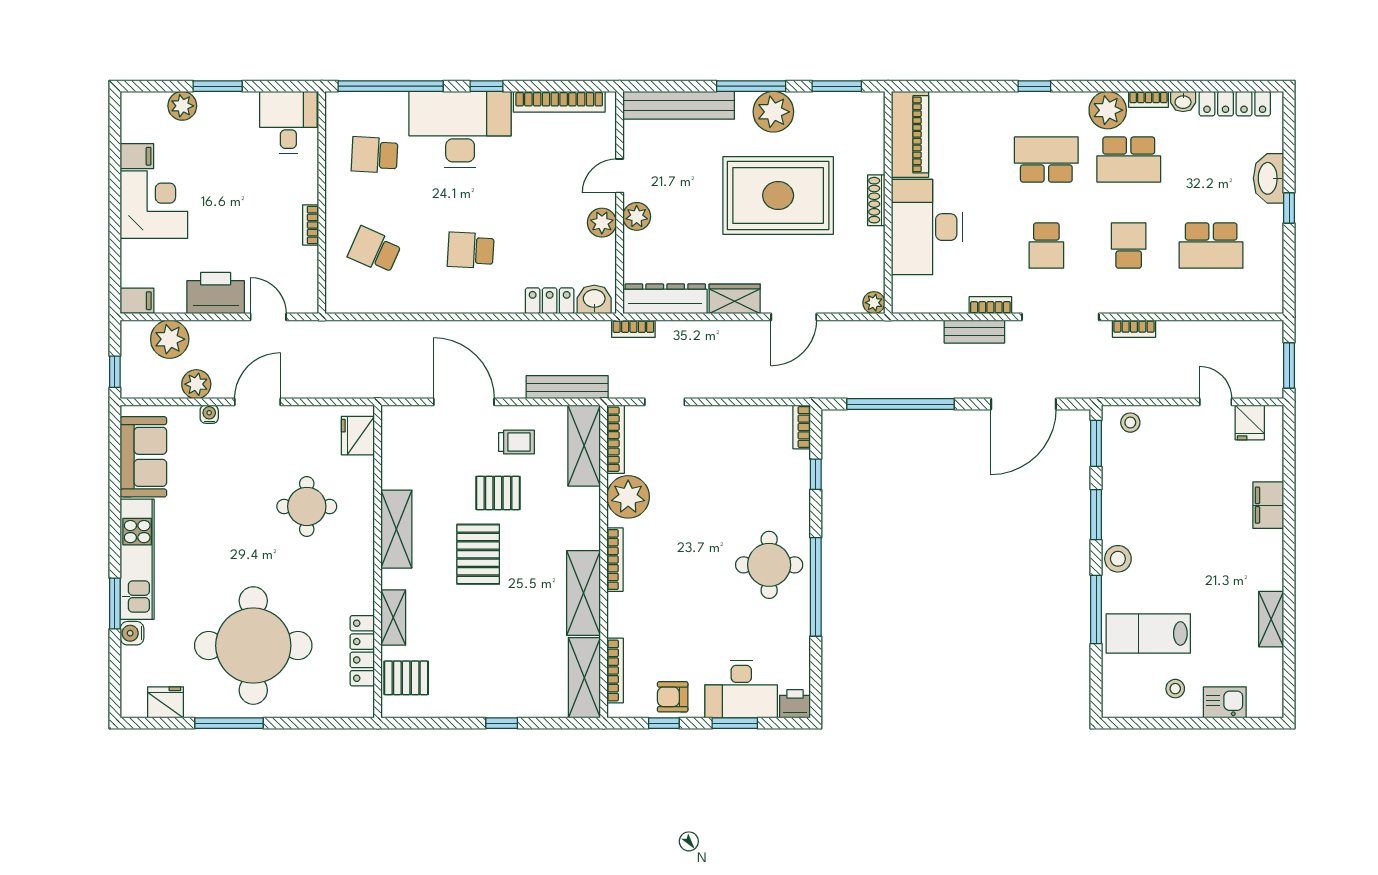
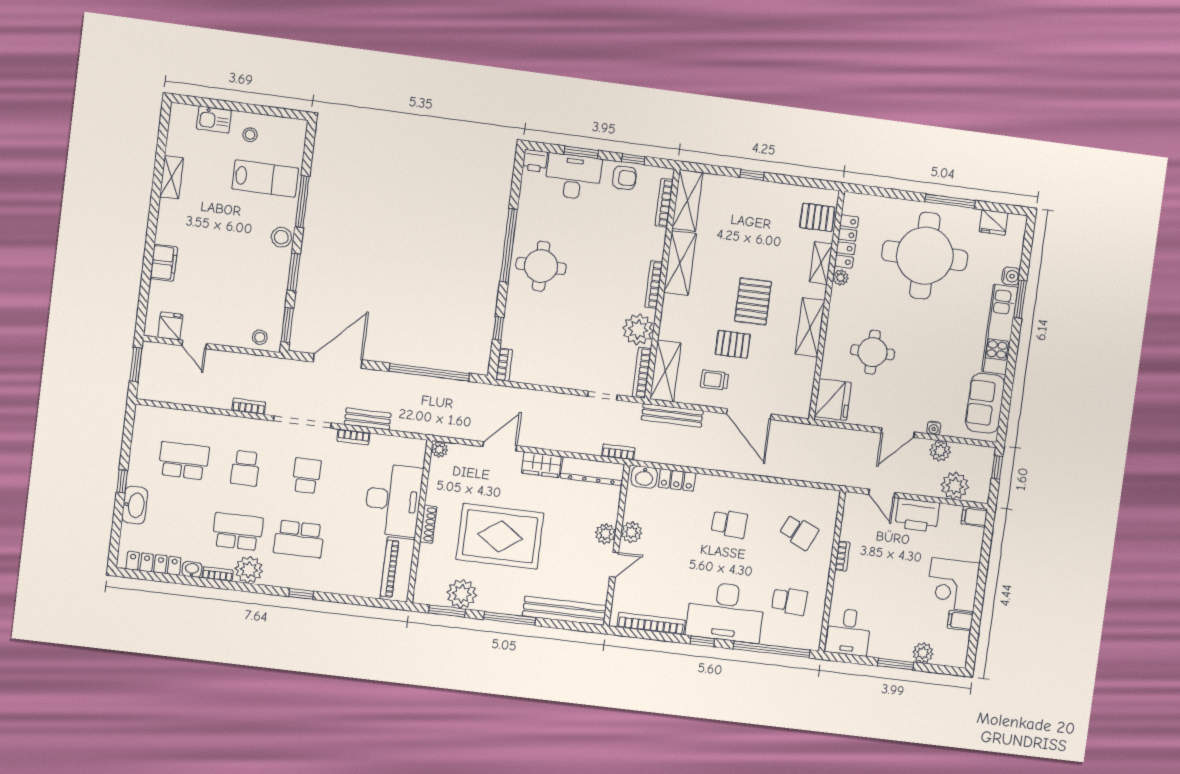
plant: (773, 112) -> (462, 594), moved
fridge: (358, 436) -> (833, 400), width x1.36, depth x1.34
plant: (364, 601) -> (841, 278), added

